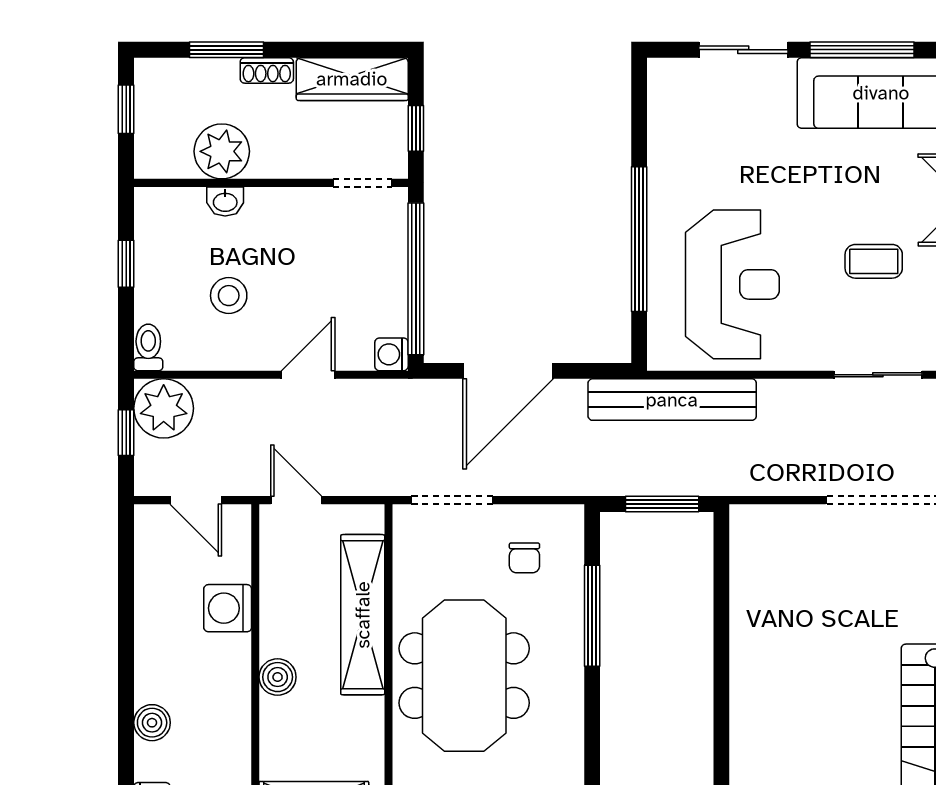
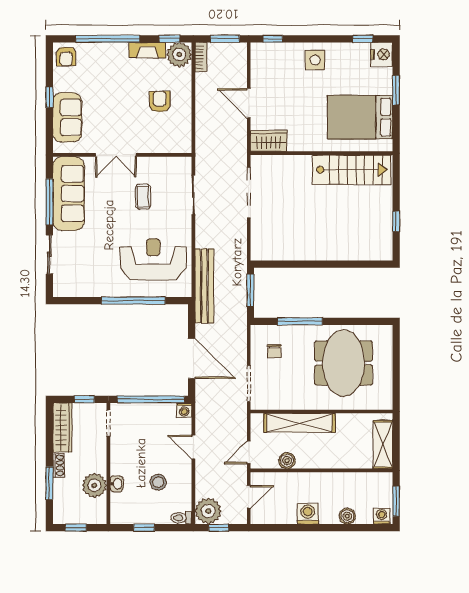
chair: (524, 558) -> (274, 351), turned 90
washing machine: (228, 608) -> (308, 514), moved, turned 180
meeting table: (464, 676) -> (344, 363), moved, turned 90
boiler: (278, 677) -> (287, 461), moved

